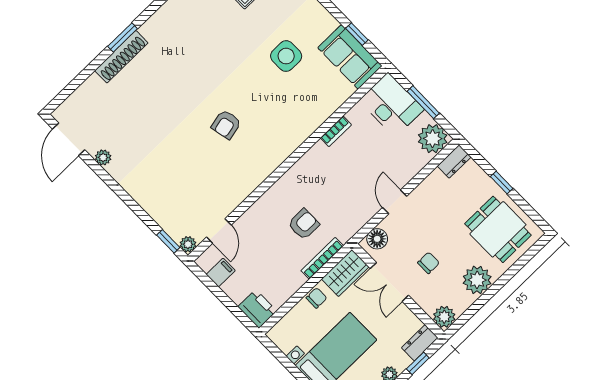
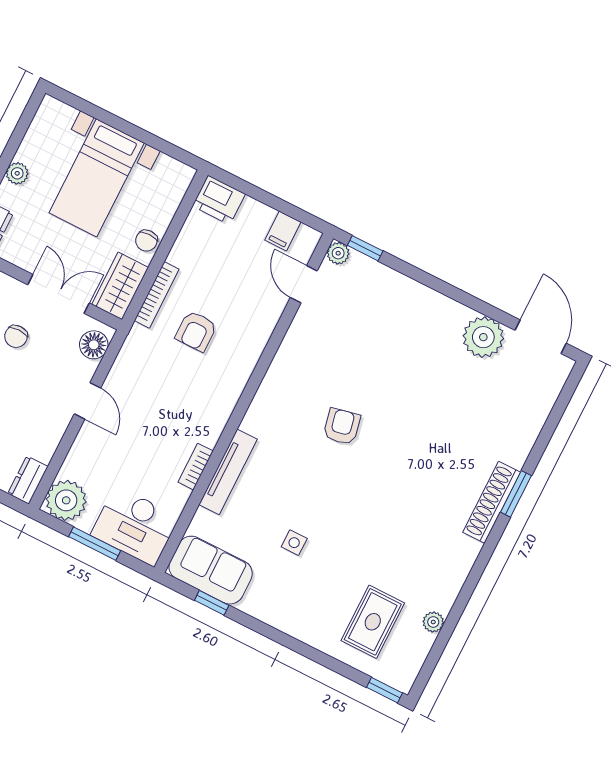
side table: (286, 56) -> (294, 543), width x0.54, depth x0.54
shoe rack: (121, 57) -> (492, 502), moved
tv unit: (315, 120) -> (228, 472), added
plant: (103, 157) -> (483, 337), width x1.88, depth x1.88

